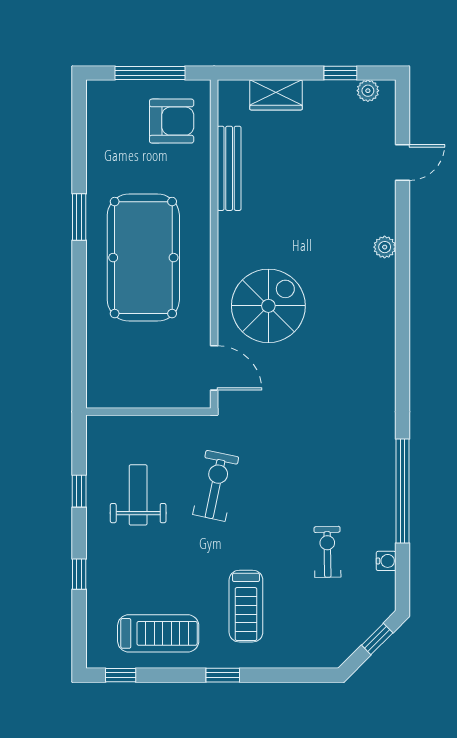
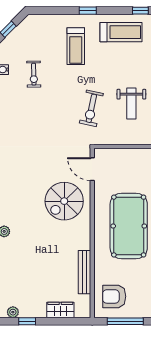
treadmill: (246, 606) -> (76, 46), turned 180
treadmill: (158, 633) -> (121, 32), turned 180

